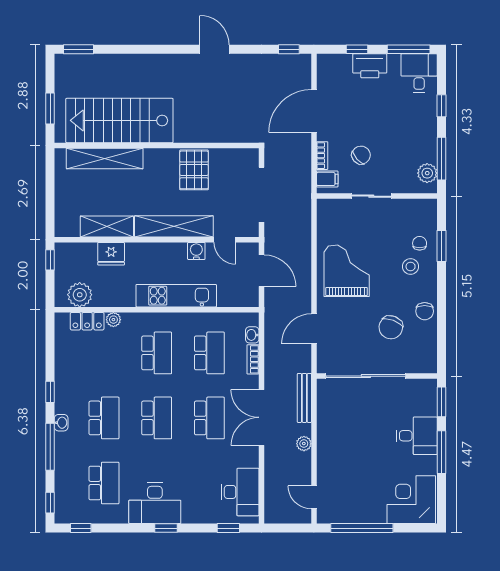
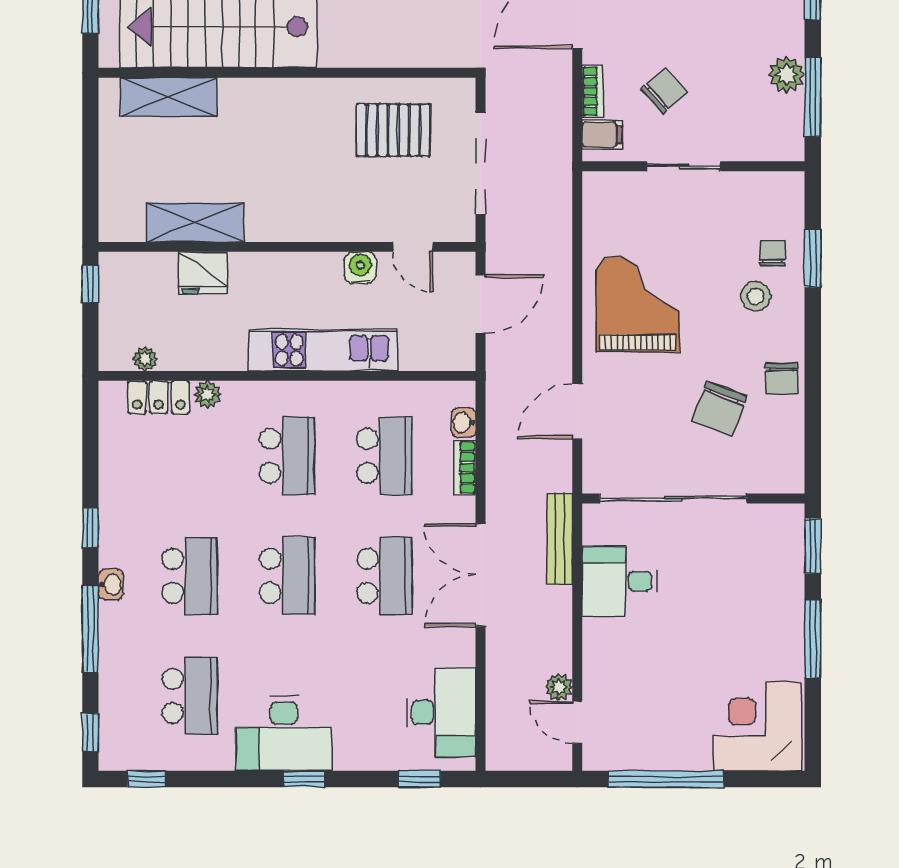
shelving: (105, 158) -> (169, 97), width x0.68
pallet: (194, 170) -> (393, 130), moved, turned 90
plant: (427, 173) -> (787, 75), moved
shelving: (174, 226) -> (319, 222), removed
door: (261, 271) -> (481, 304), hinge flipped
plant: (80, 295) -> (145, 359), width x0.53, depth x0.53
desk: (417, 436) -> (620, 581), moved, turned 180
plant: (304, 444) -> (559, 687), moved

